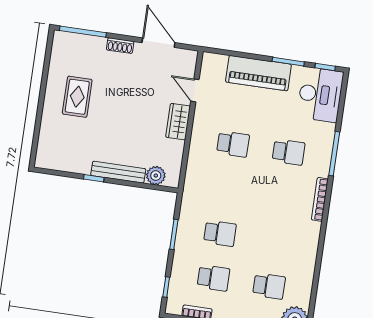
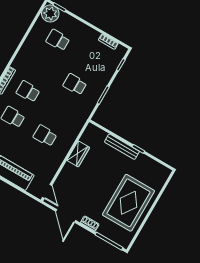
door: (195, 90) -> (47, 191), moved
rug: (77, 97) -> (128, 203), width x1.86, depth x2.06
wardrobe: (178, 122) -> (78, 154), moved
plant: (156, 176) -> (100, 135), removed
school desk: (213, 278) -> (28, 91), moved

